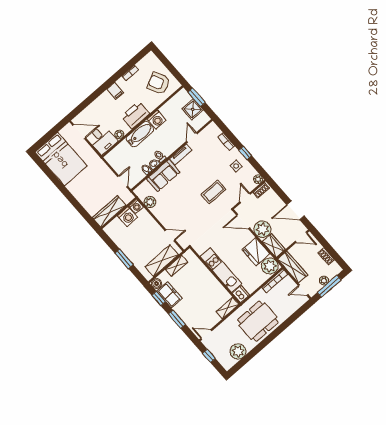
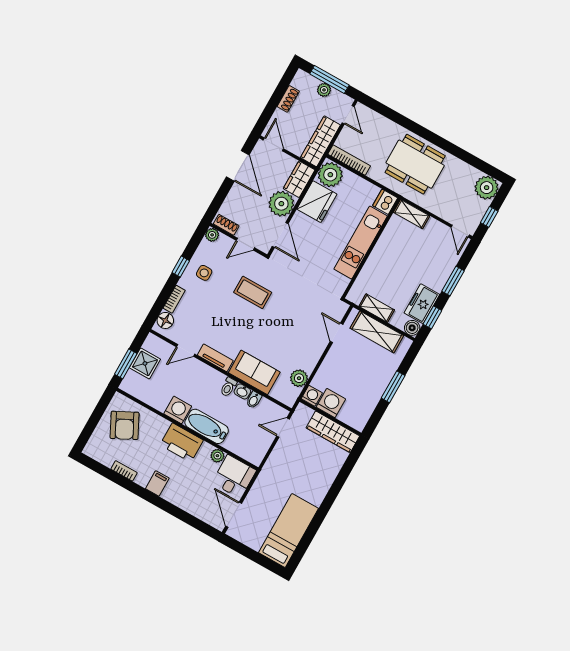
floor lamp: (215, 131) -> (165, 320), added
bed: (61, 159) -> (289, 531), width x0.67
plant: (238, 351) -> (487, 188), moved

